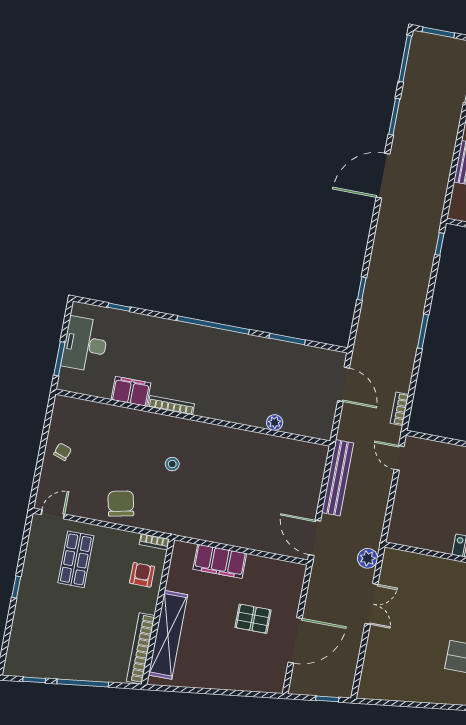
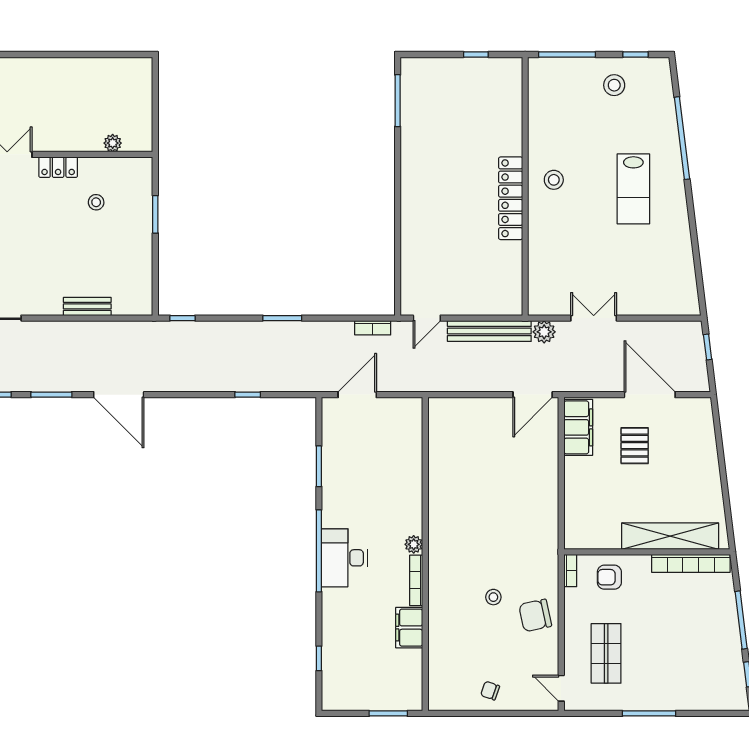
desk: (85, 344) -> (344, 558), moved, turned 90
plant: (275, 423) -> (414, 544), moved
stool: (172, 464) -> (493, 597), moved
bench: (338, 478) -> (489, 331), moved
shop shelf: (76, 559) -> (606, 653), turned 90
filing cabinet: (220, 561) -> (578, 427), moved
window: (16, 587) -> (649, 713), width x2.17

